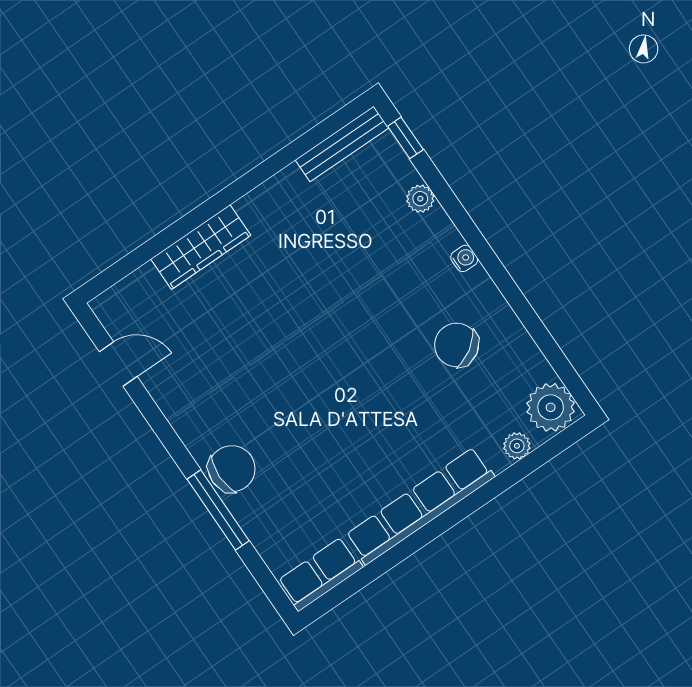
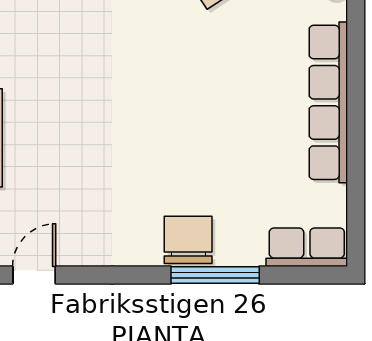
row of seats: (320, 574) -> (307, 247), moved, turned 90

